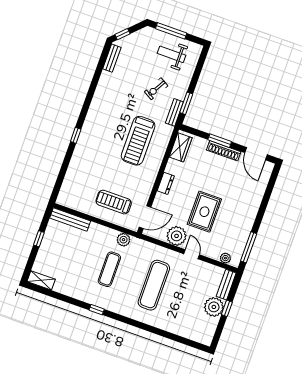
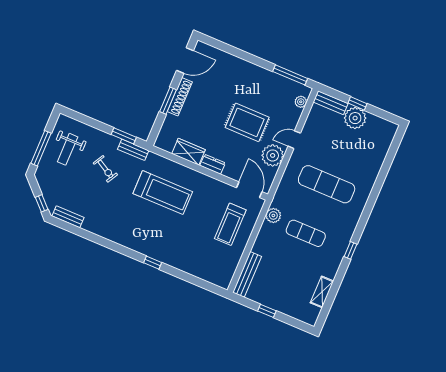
wardrobe: (181, 147) -> (188, 152), moved
shelving: (41, 280) -> (322, 292), moved

